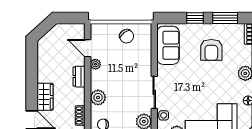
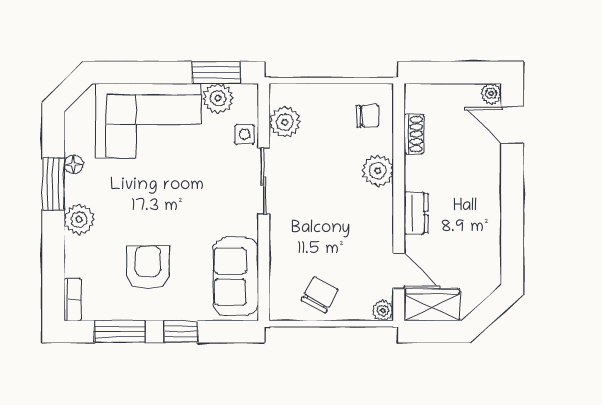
chair: (127, 36) -> (320, 295), turned 66
plant: (95, 64) -> (383, 310), moved
wardrobe: (45, 97) -> (432, 305), moved, turned 90

